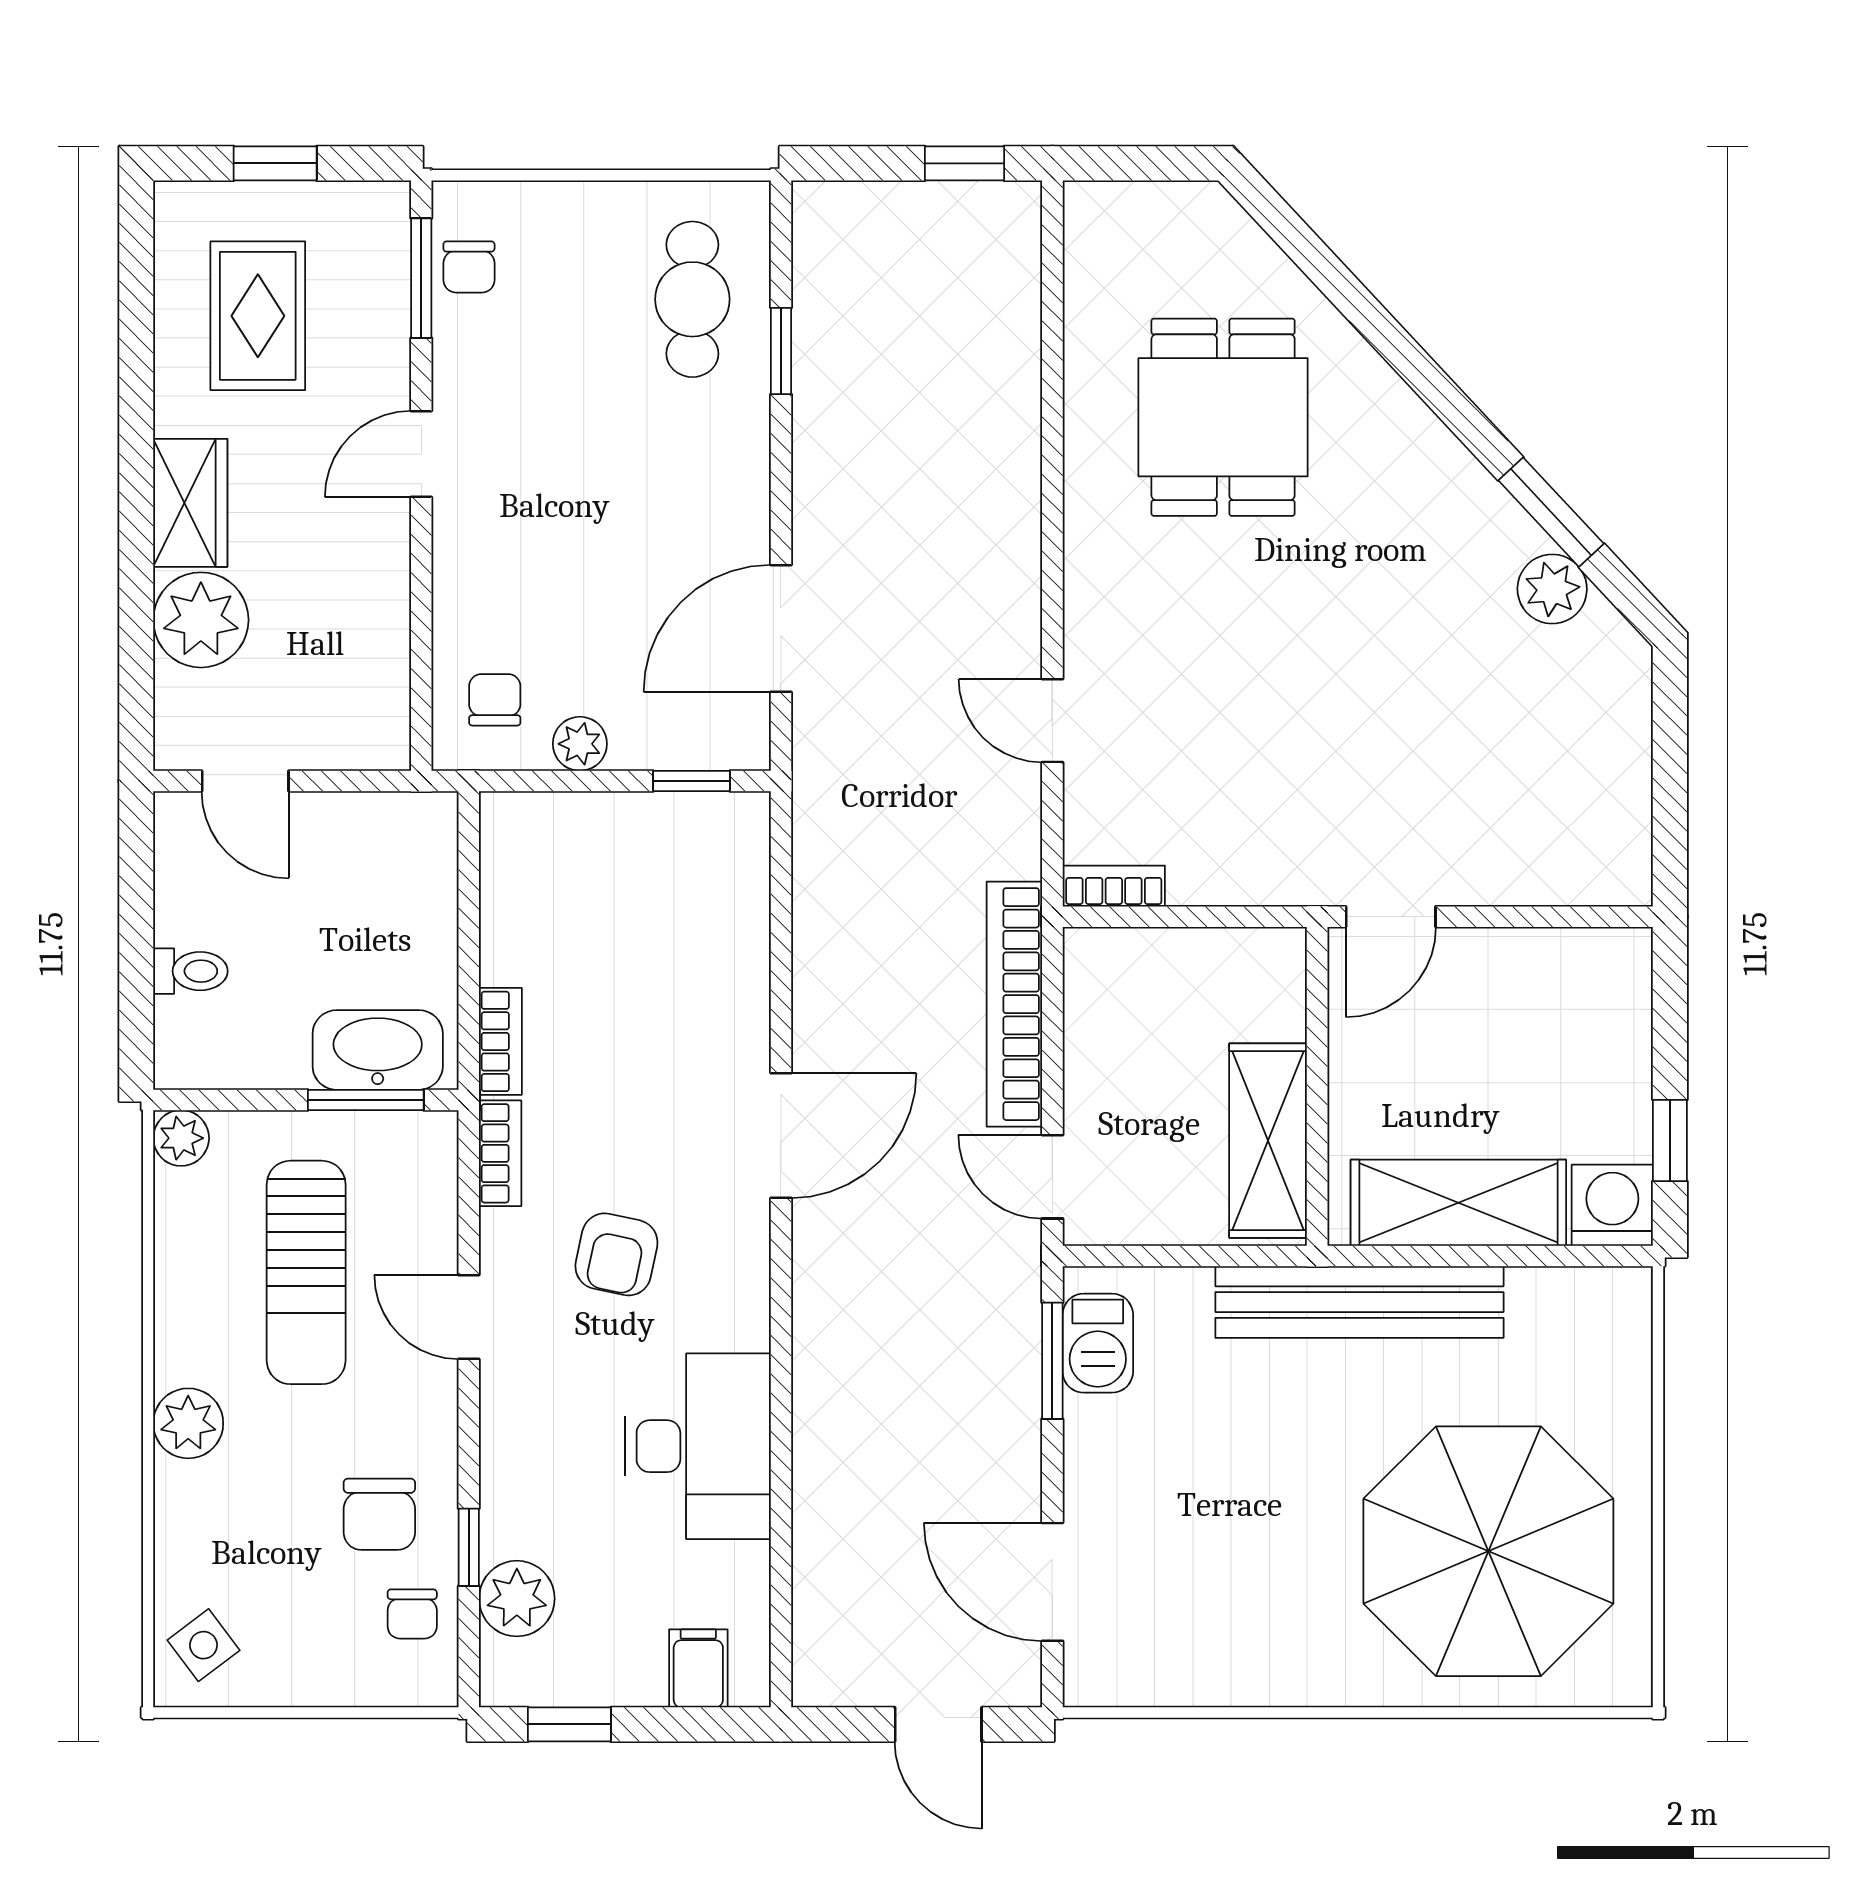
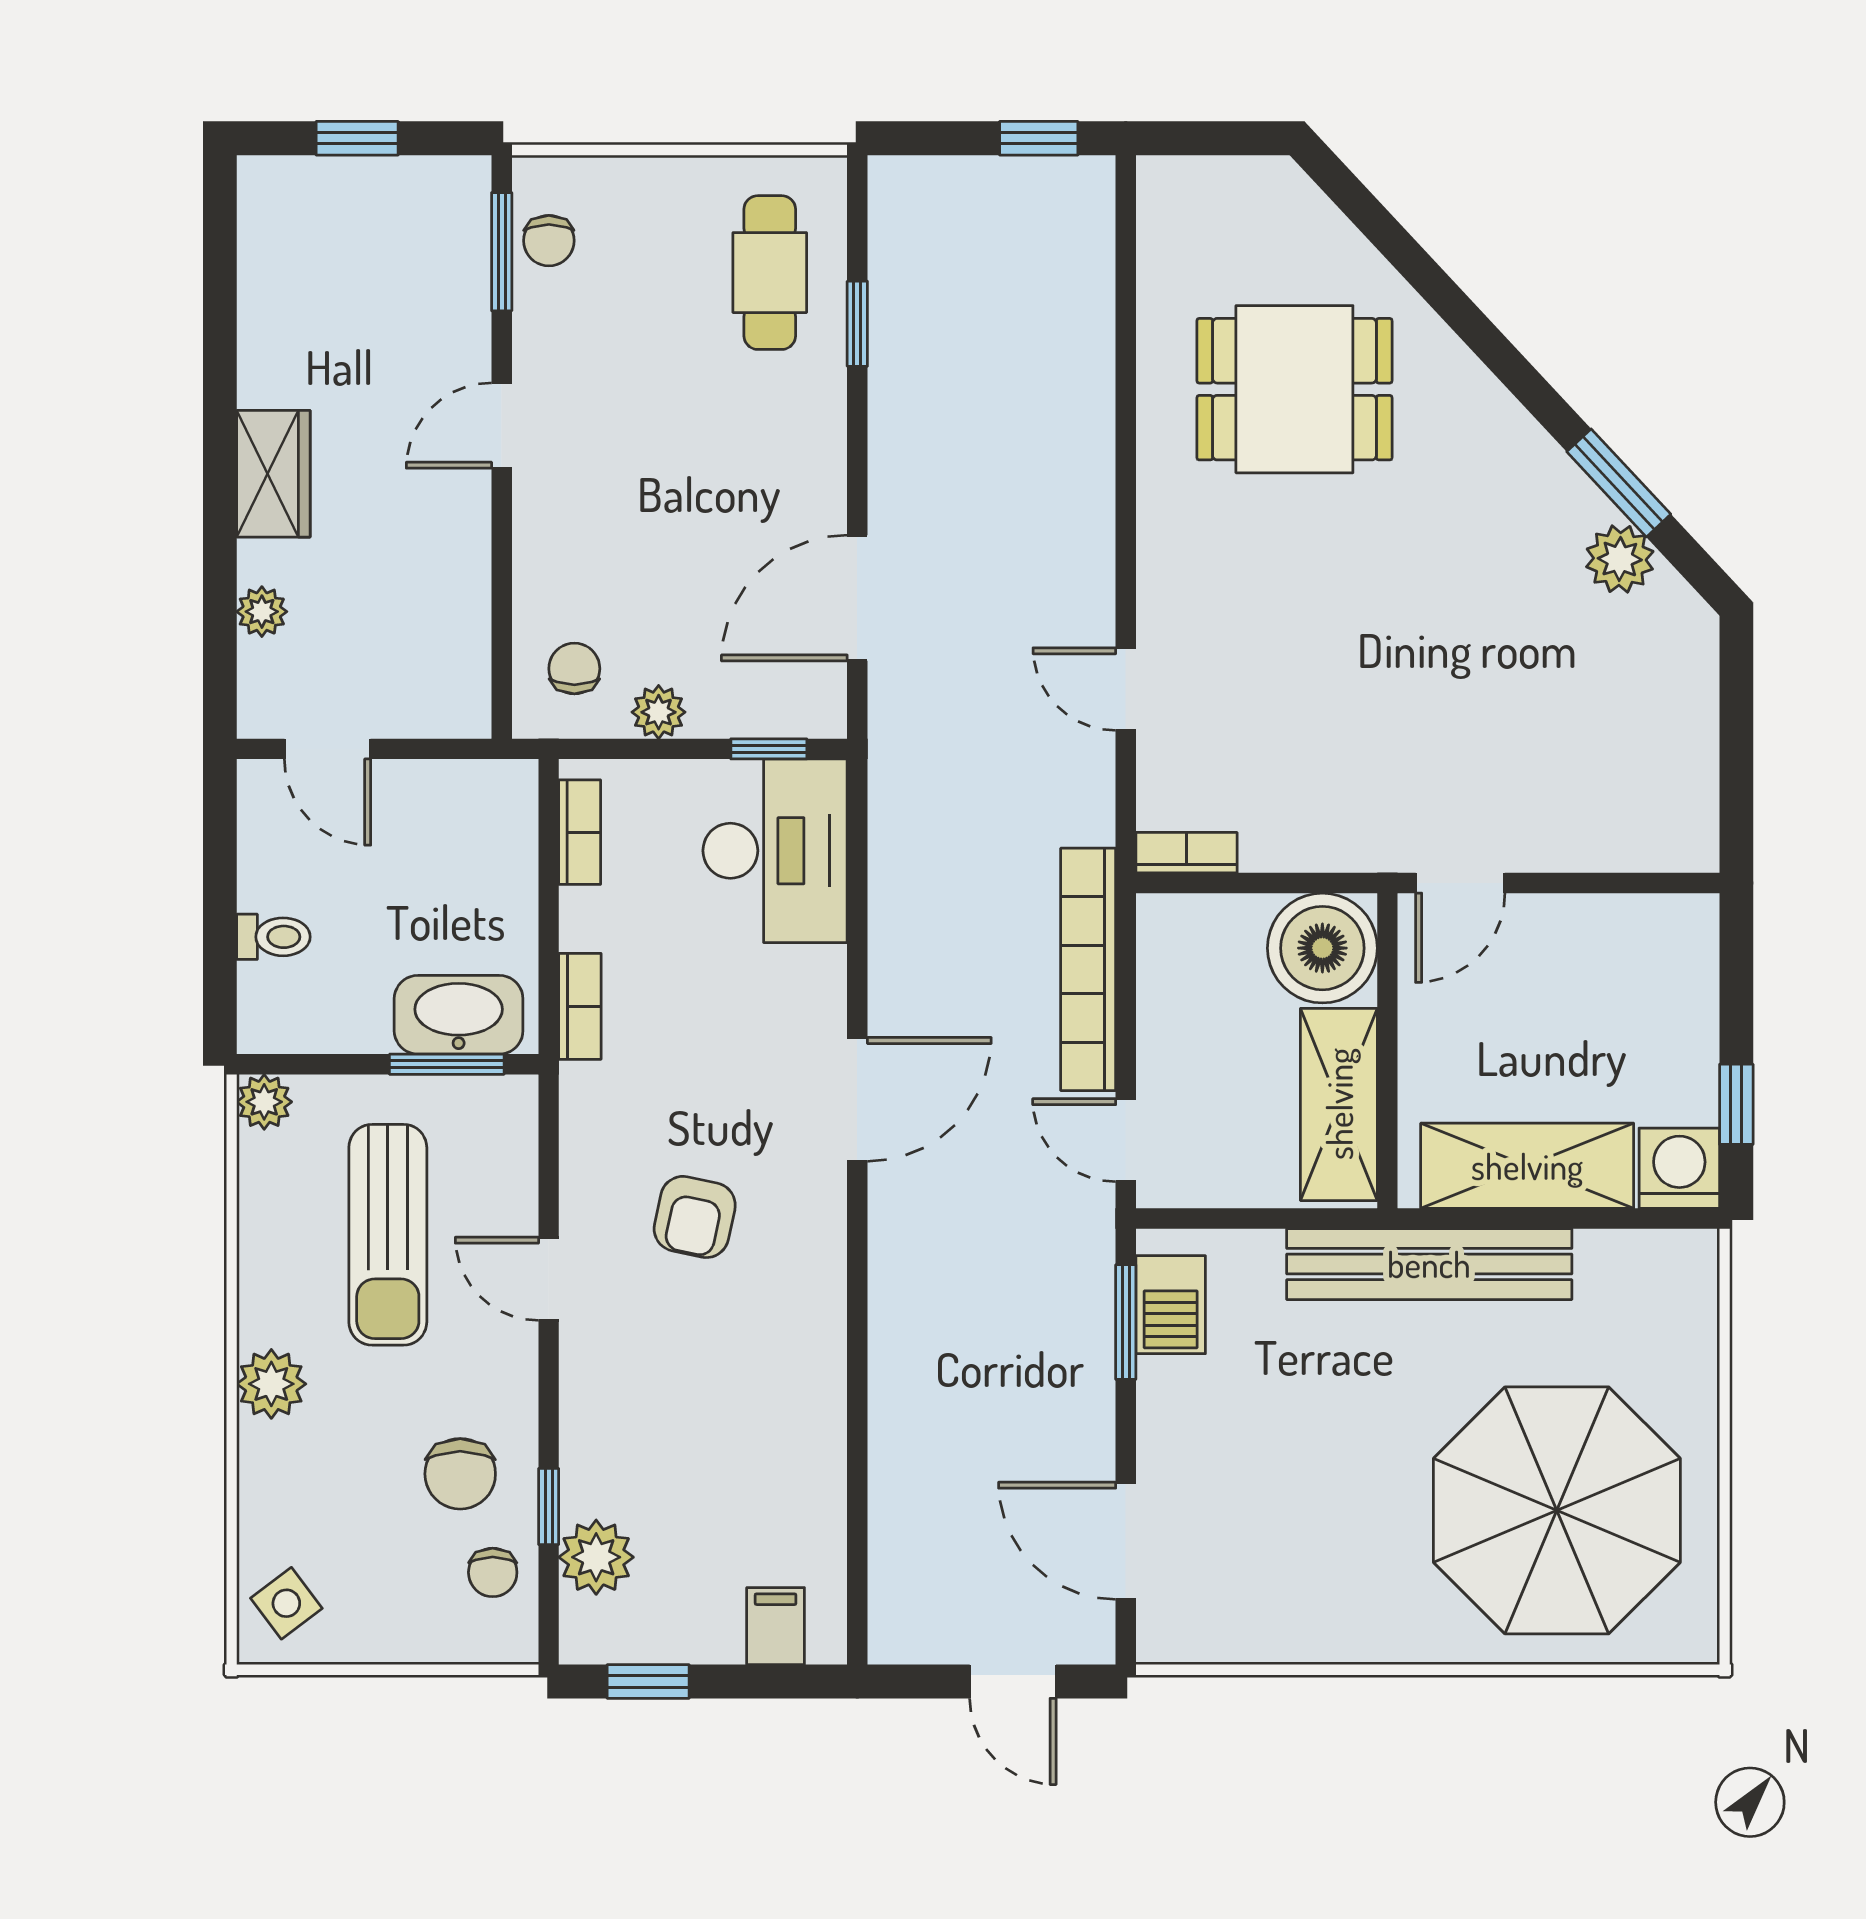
rug: (258, 316) -> (340, 289), removed
dining table: (1223, 417) -> (1294, 389), turned 90
plant: (201, 620) -> (262, 612), width x0.53, depth x0.53
boiler: (1251, 982) -> (1322, 948), added
bookcase: (500, 1153) -> (580, 832), moved
desk: (698, 1446) -> (775, 851), moved

